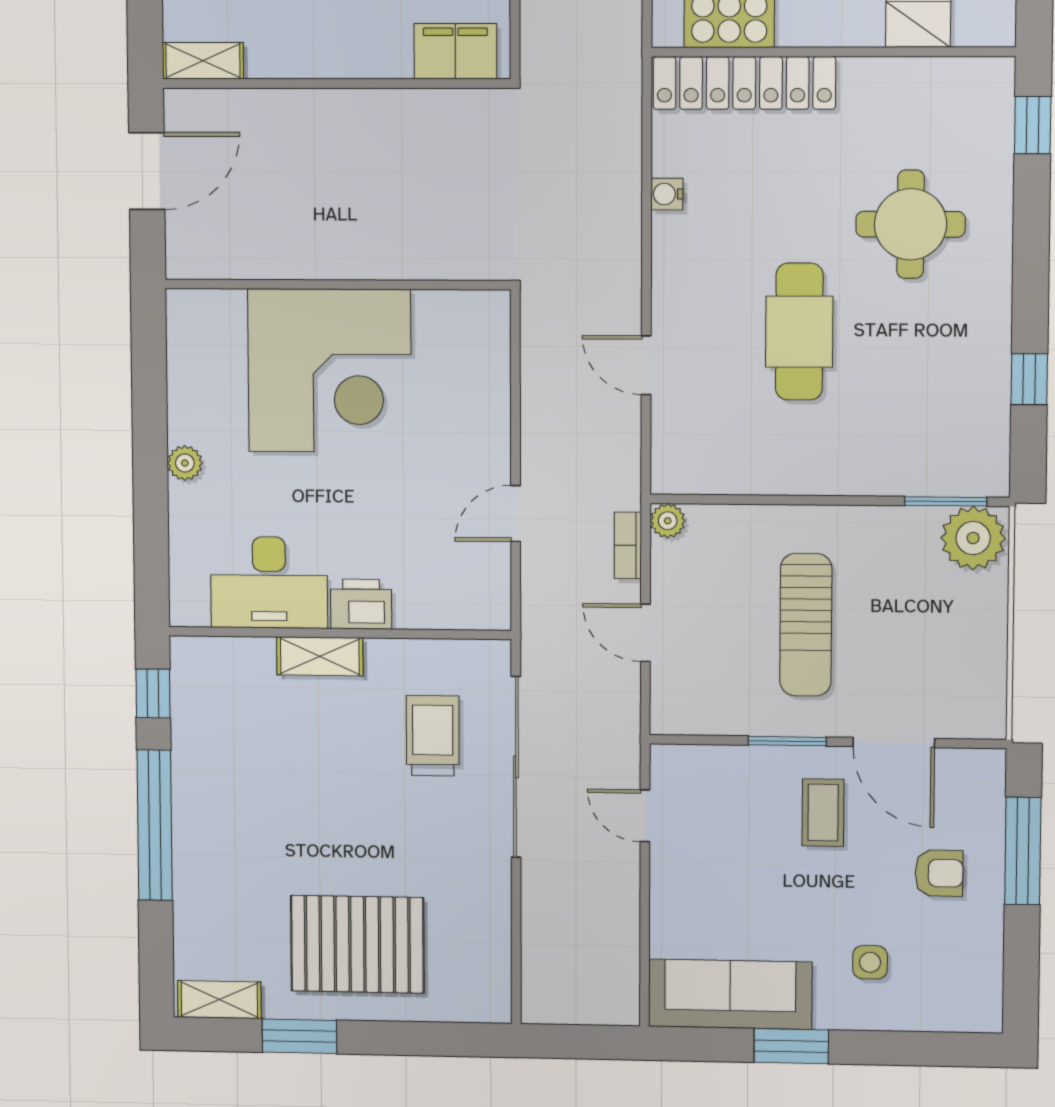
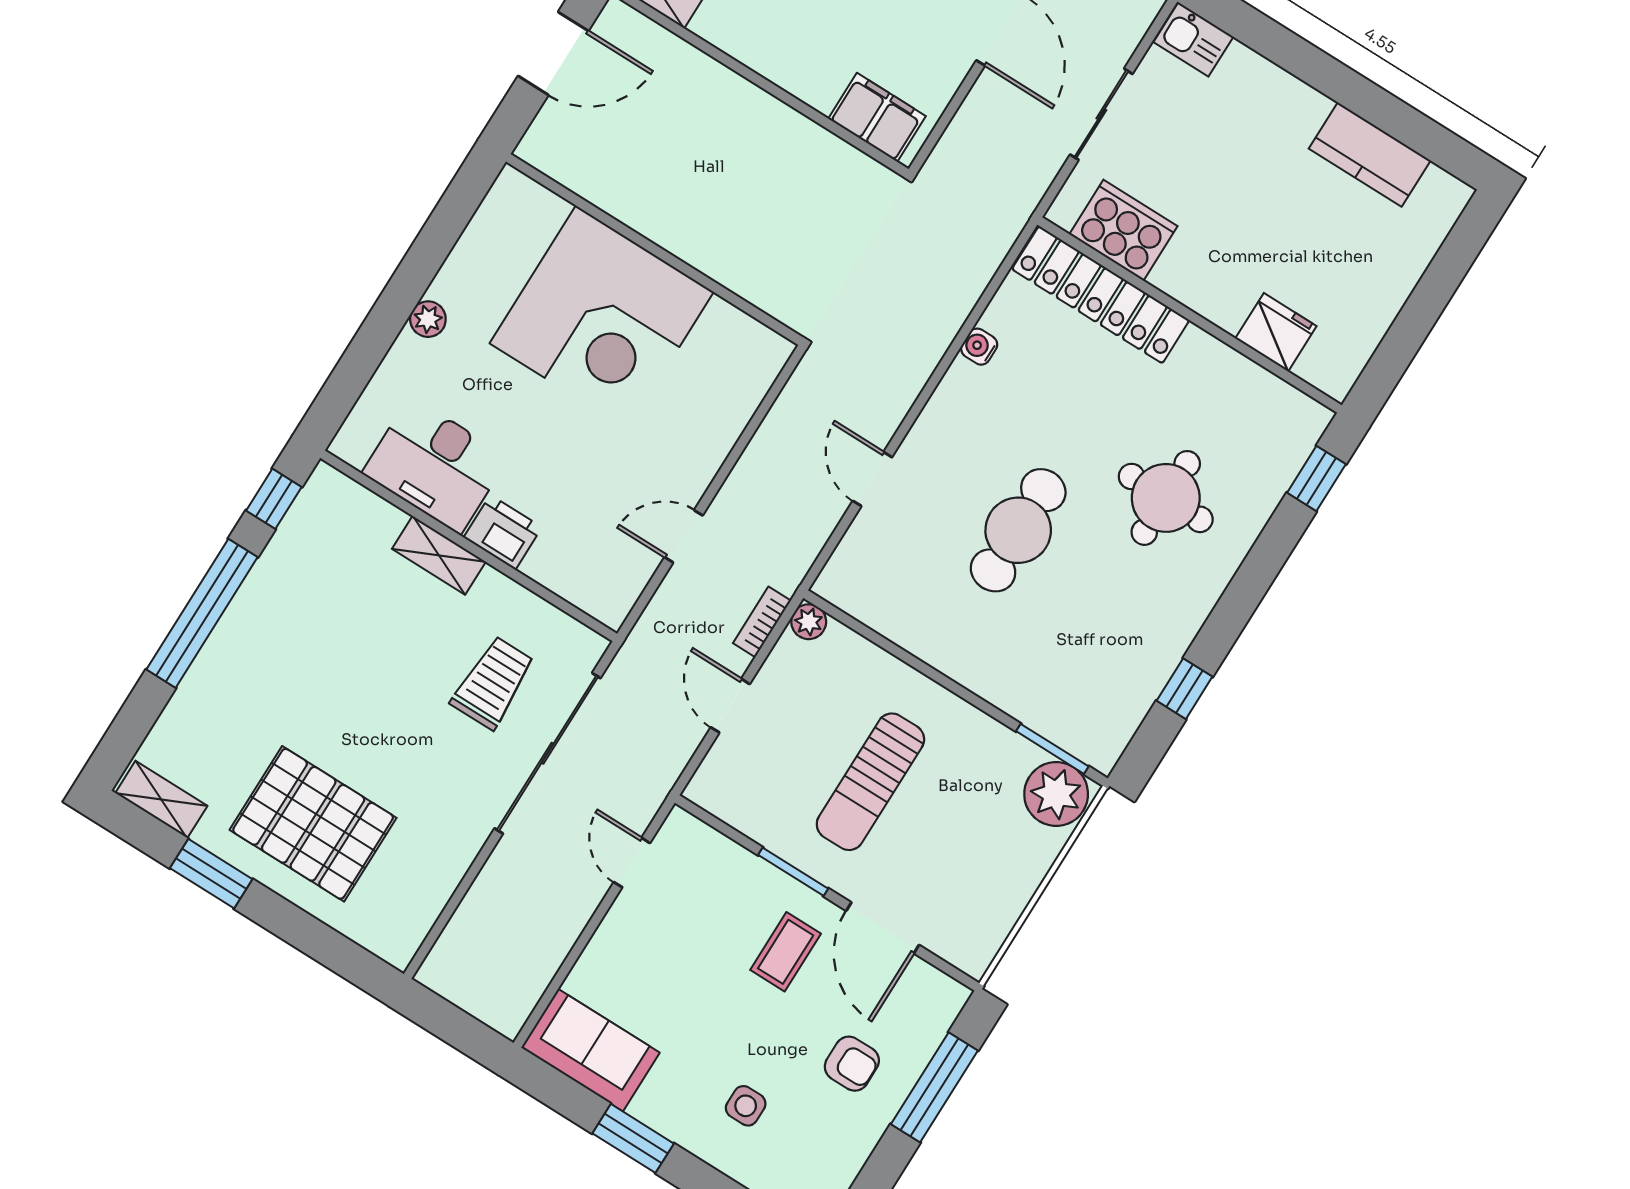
sofa: (730, 994) -> (590, 1050), width x0.73

